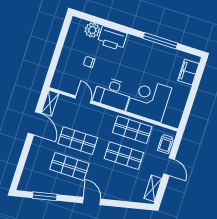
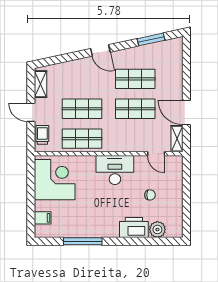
filing cabinet: (188, 72) -> (43, 218), width x0.50
door: (83, 100) -> (156, 154), moved
corner desk: (149, 100) -> (55, 180), moved, turned -90

